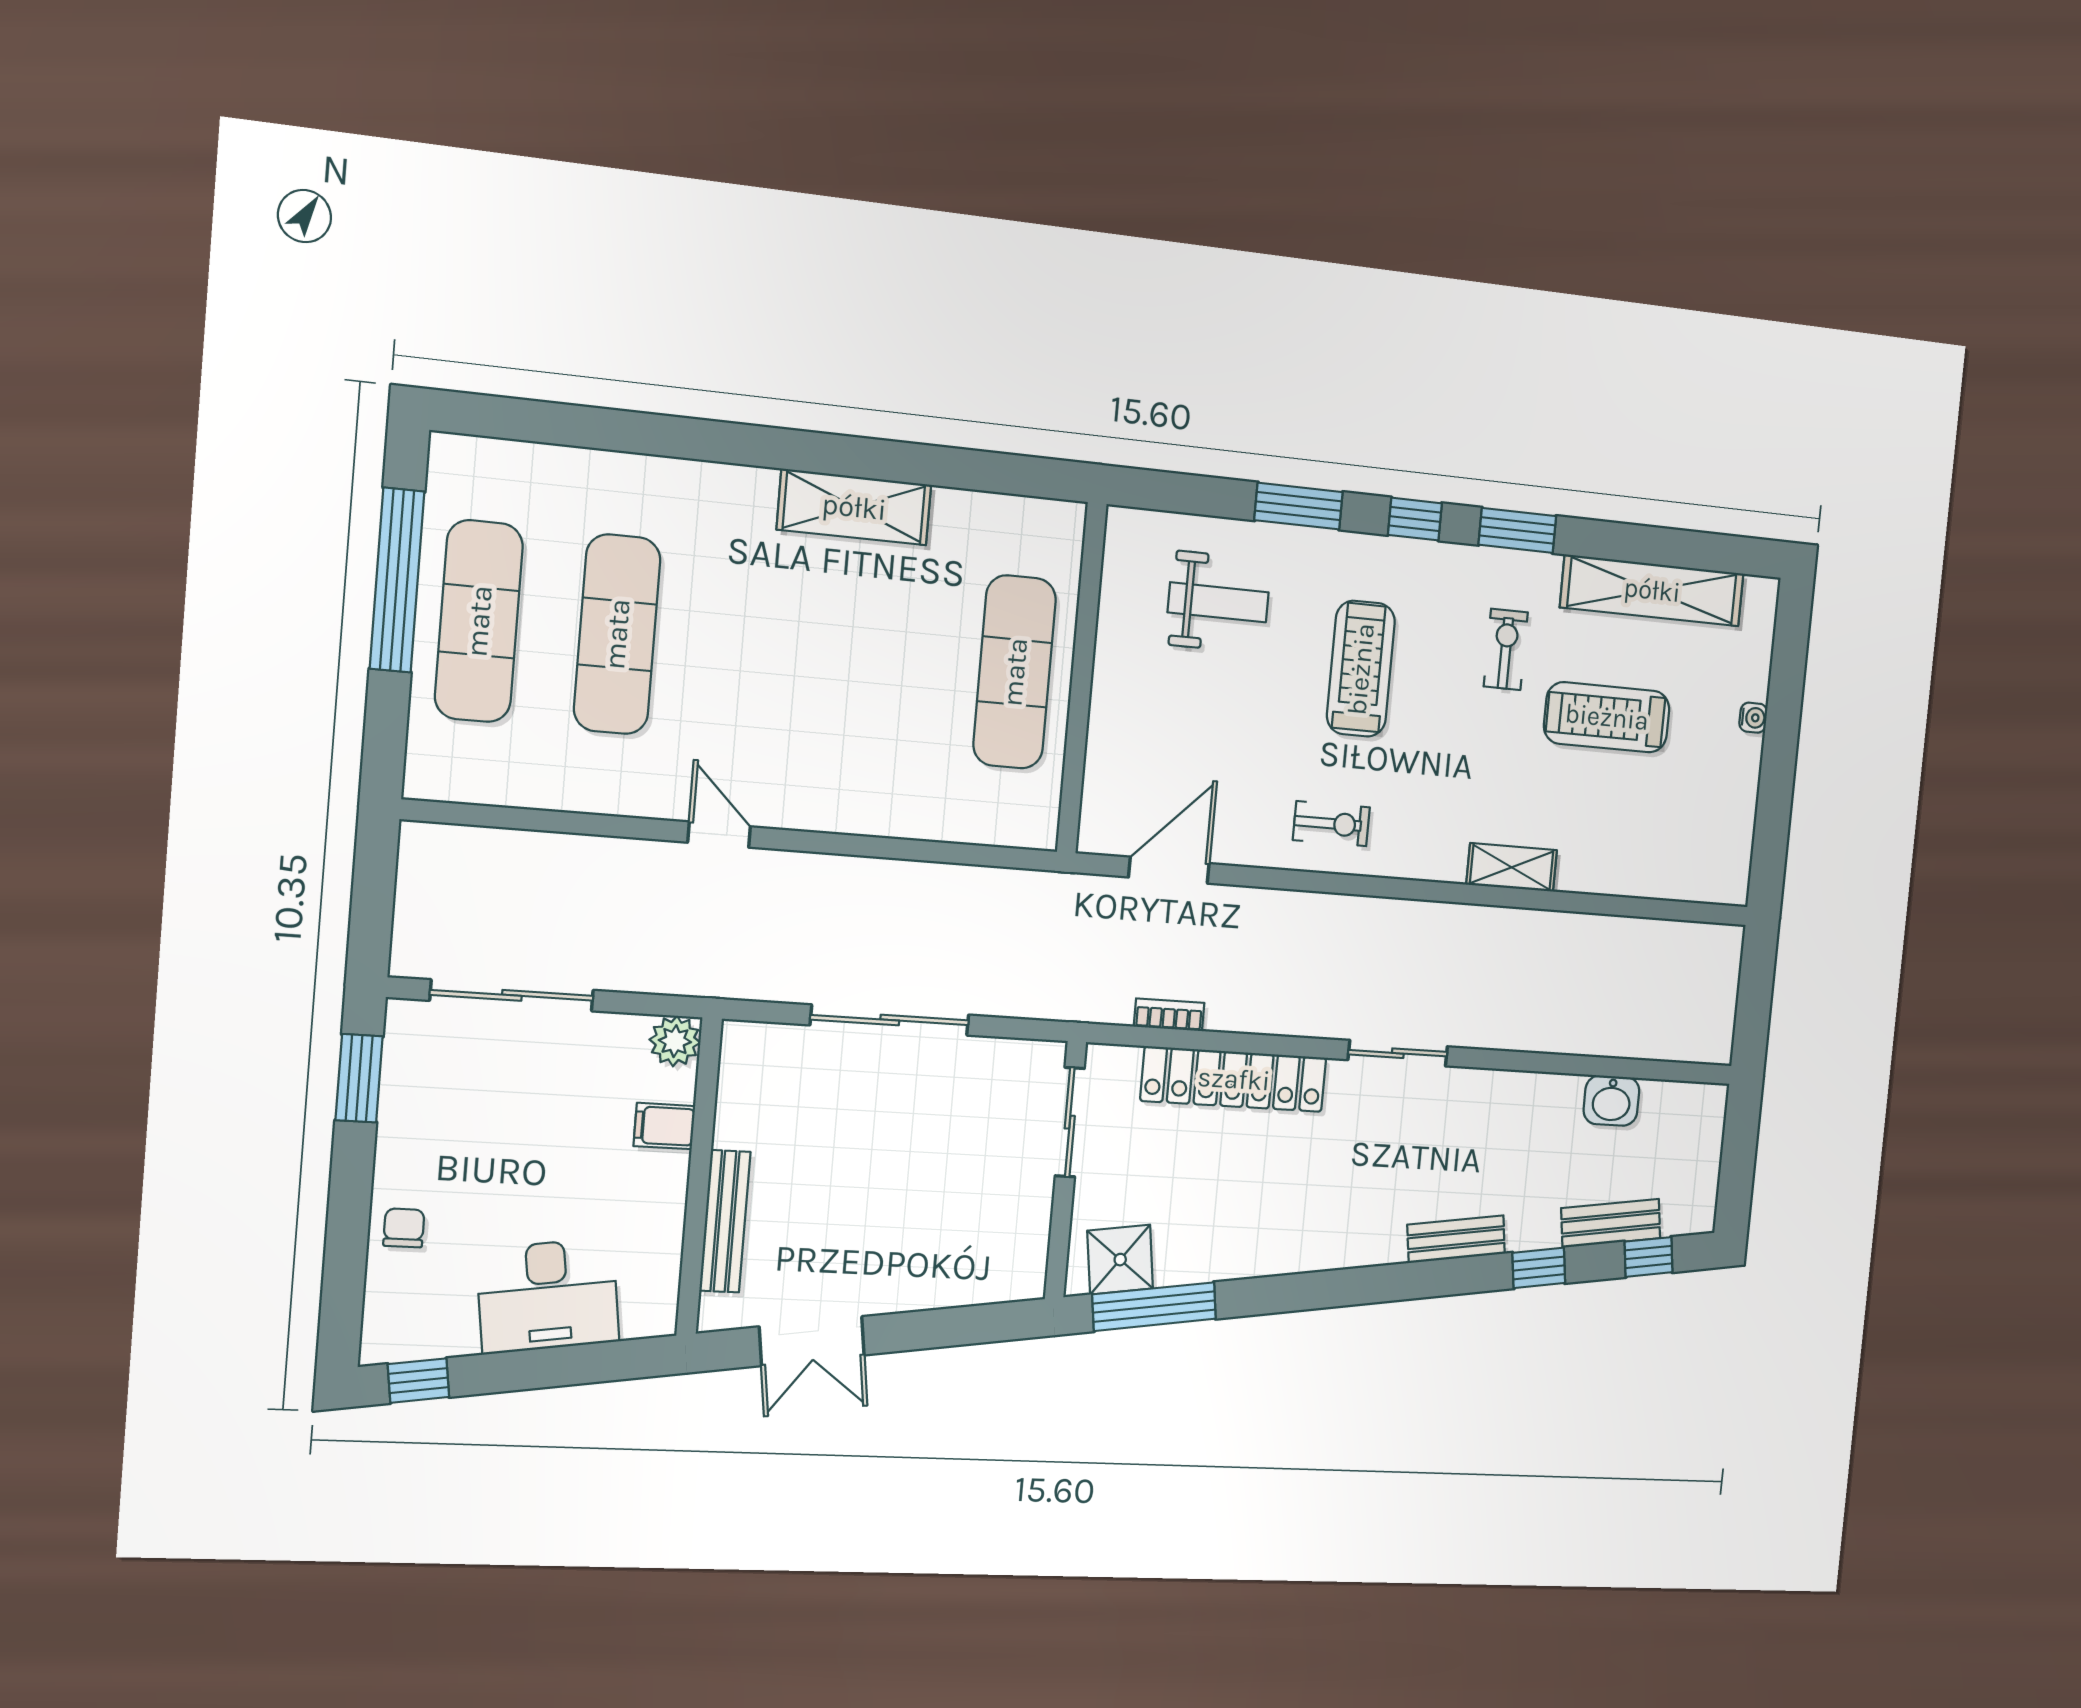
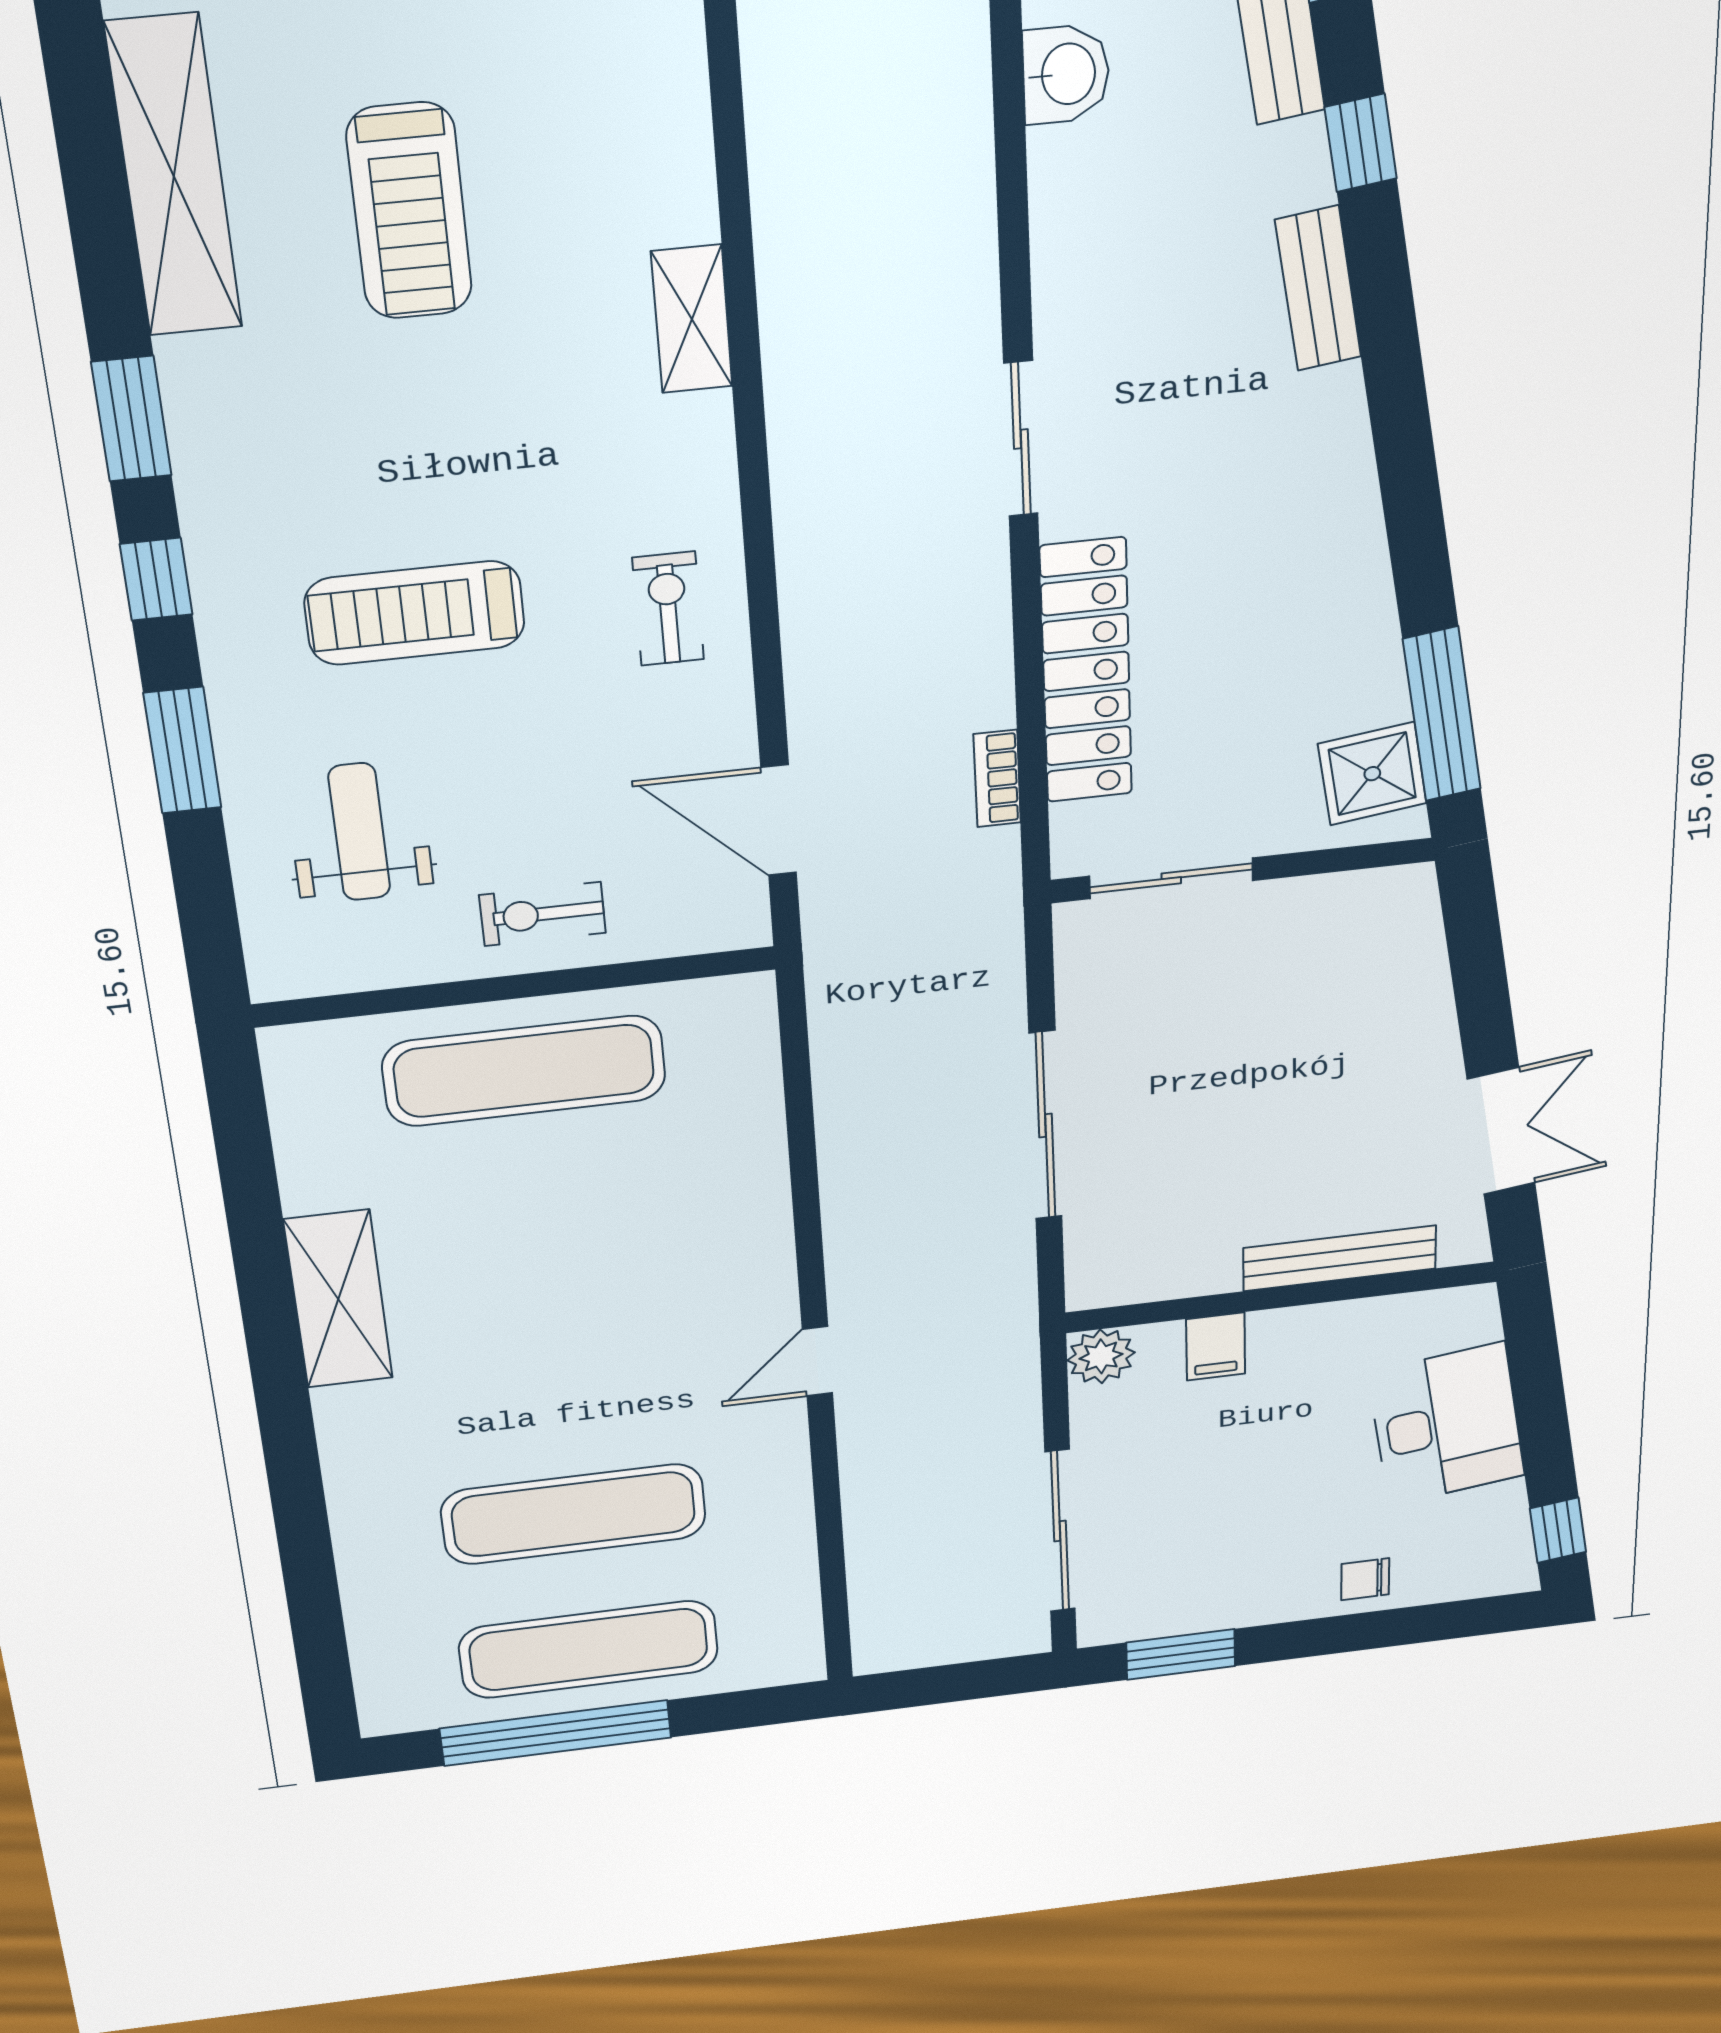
exercise bike: (1506, 649) -> (543, 914), moved

